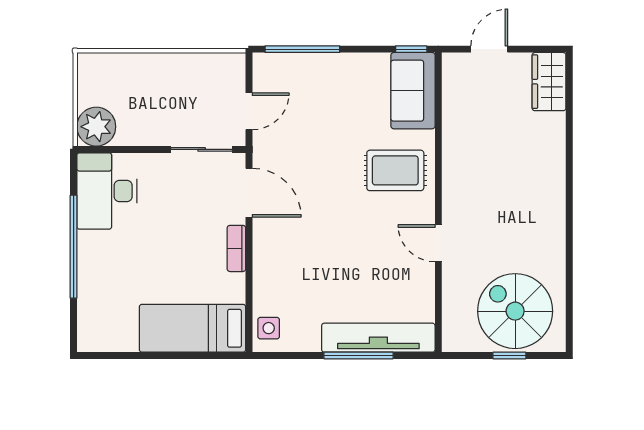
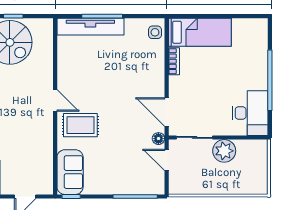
door: (249, 111) -> (167, 160), hinge flipped
plant: (96, 127) -> (224, 151), moved
floor lamp: (263, 148) -> (158, 139), added
door: (438, 243) -> (55, 101), moved
bookcase: (236, 248) -> (174, 61), moved

